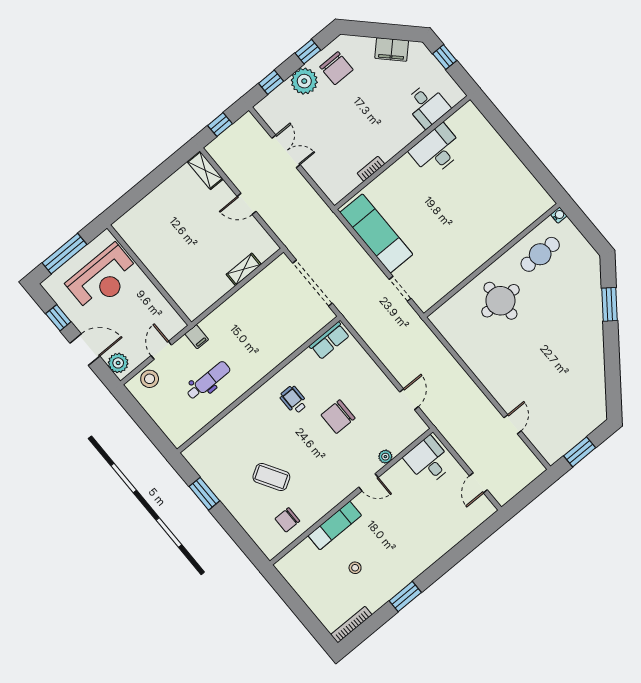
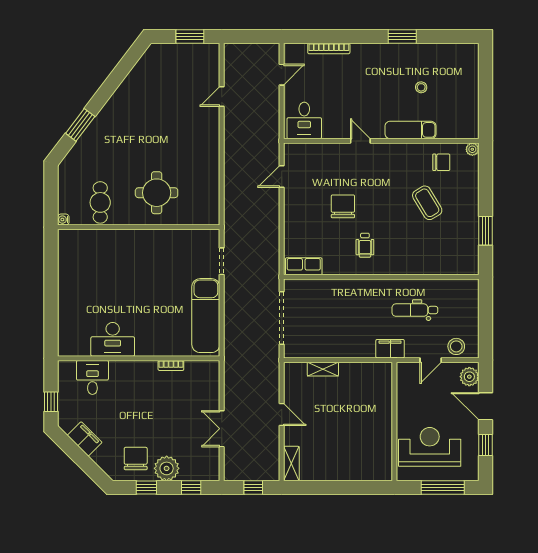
cafe table: (540, 254) -> (100, 202), turned 90
filing cabinet: (197, 337) -> (390, 349), width x2.00
chair: (338, 417) -> (343, 206), turned -90
plant: (385, 457) -> (472, 149), moved
bookcase: (351, 625) -> (329, 49), moved

